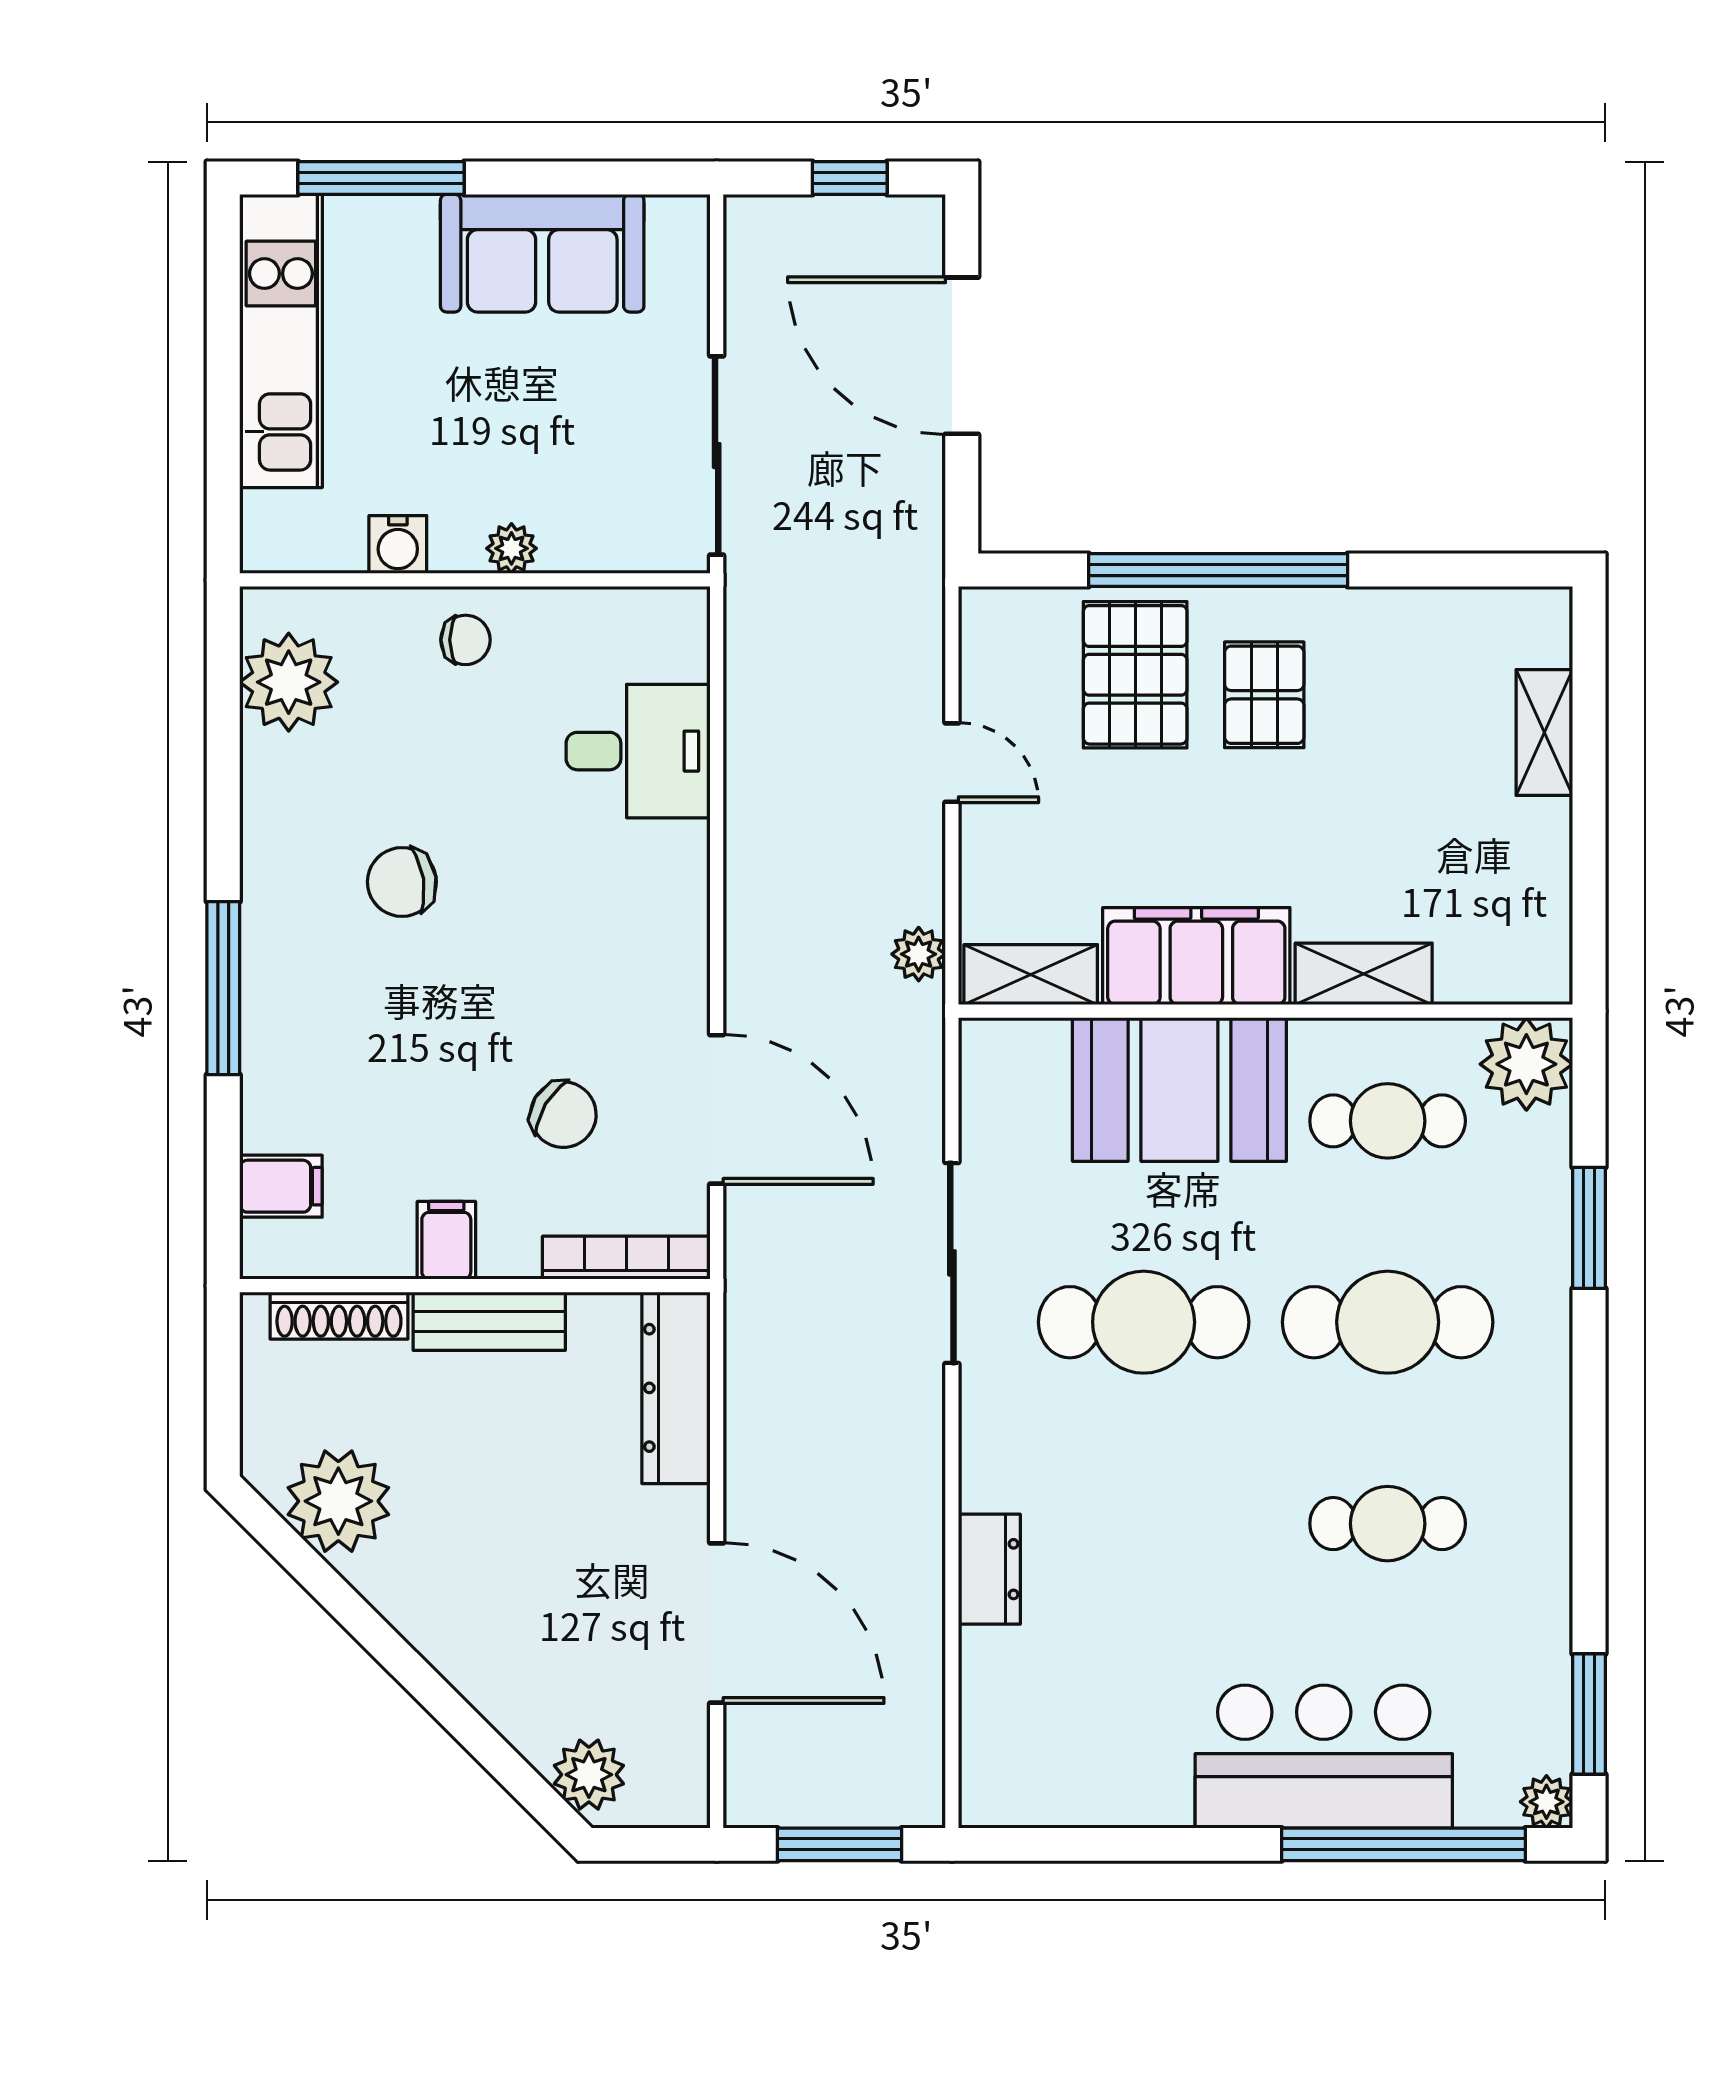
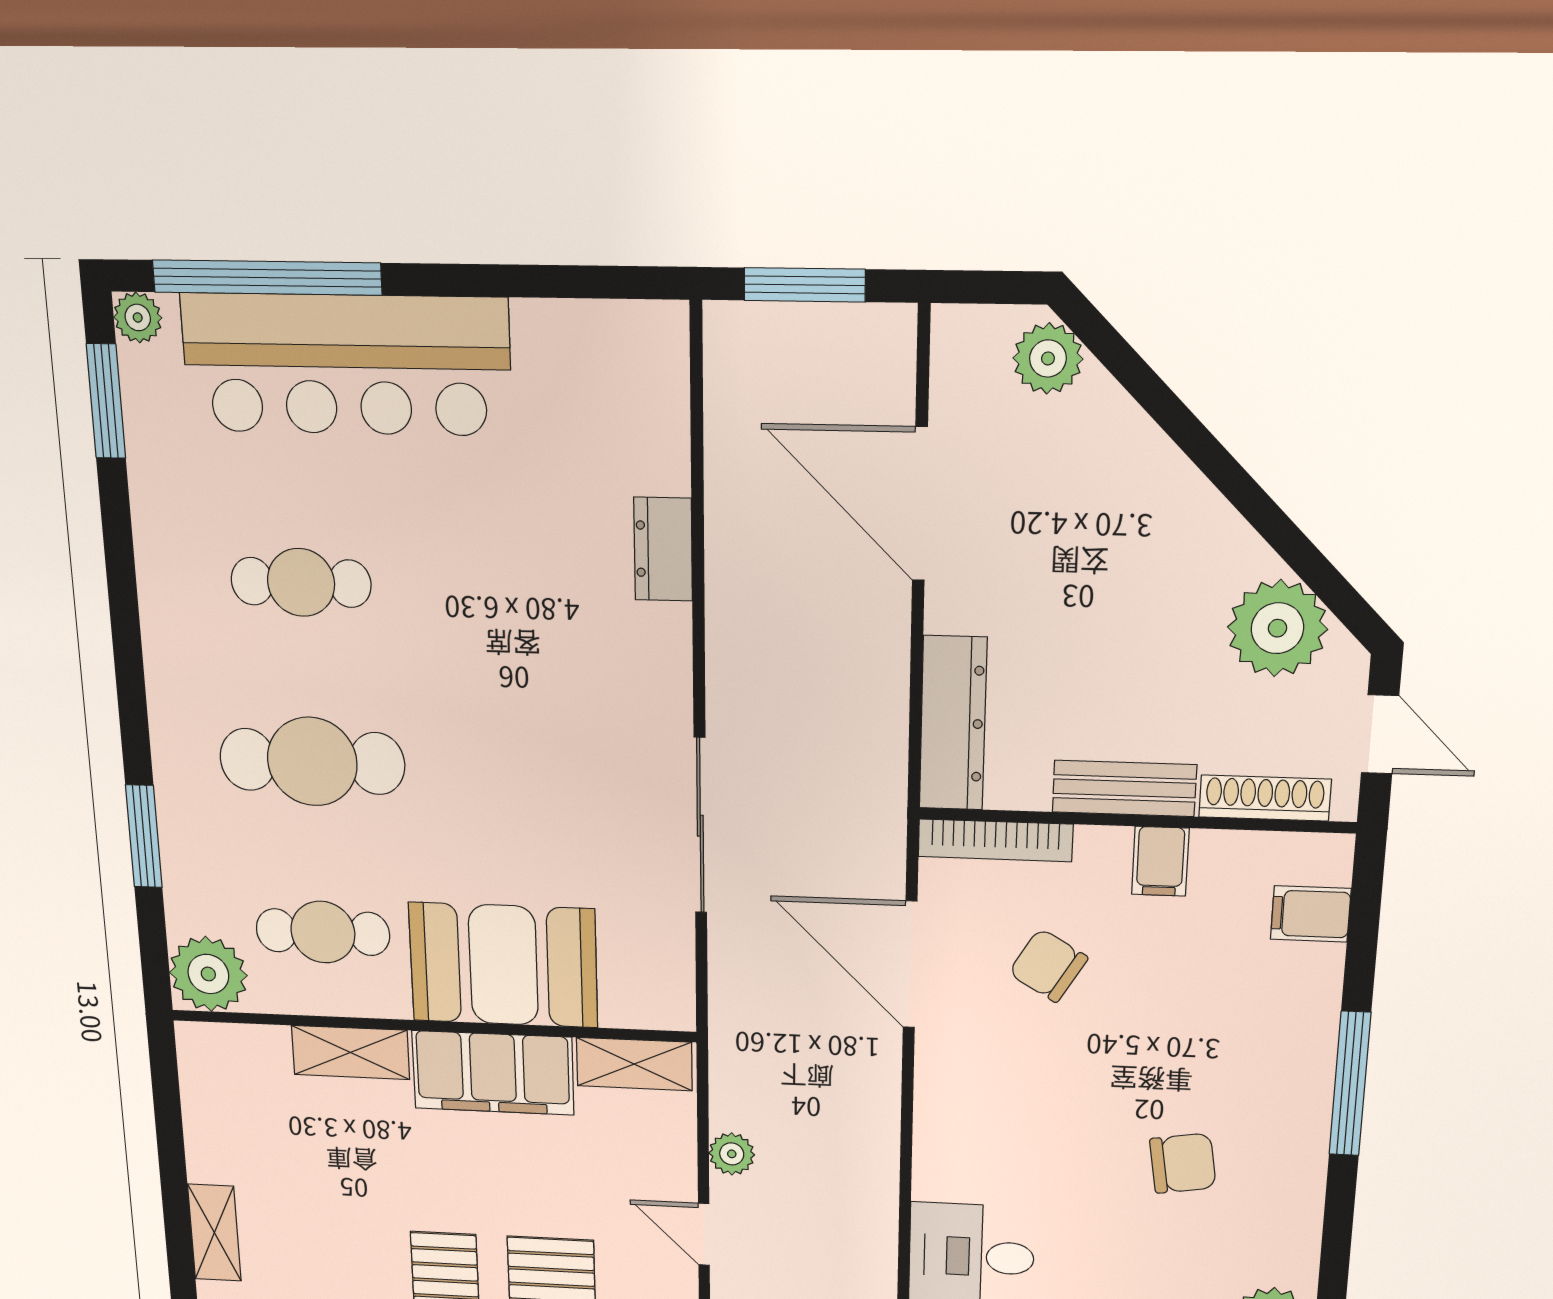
plant: (919, 954) -> (732, 1154), moved
cafe table: (1144, 1322) -> (528, 768), removed
door: (223, 1390) -> (1380, 734), added
bar counter: (1324, 1757) -> (347, 365), width x1.36

